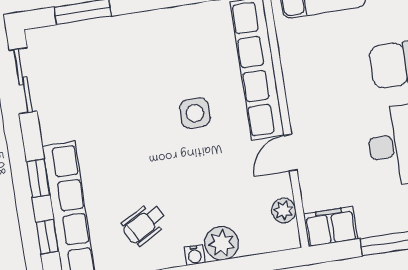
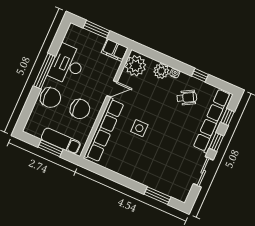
chair: (326, 79) -> (80, 109), added
sliding door: (23, 81) -> (203, 172), moved
plant: (284, 210) -> (136, 66), width x1.88, depth x1.88

